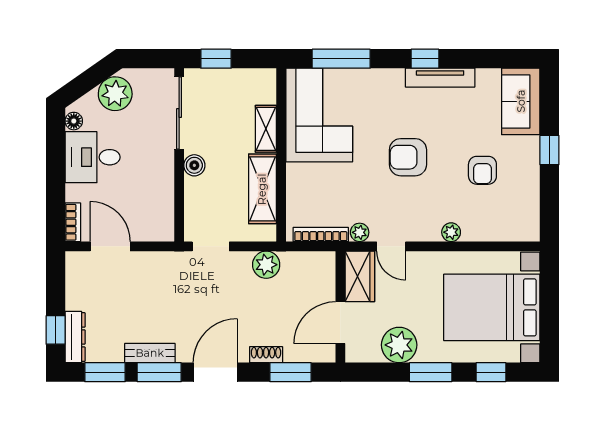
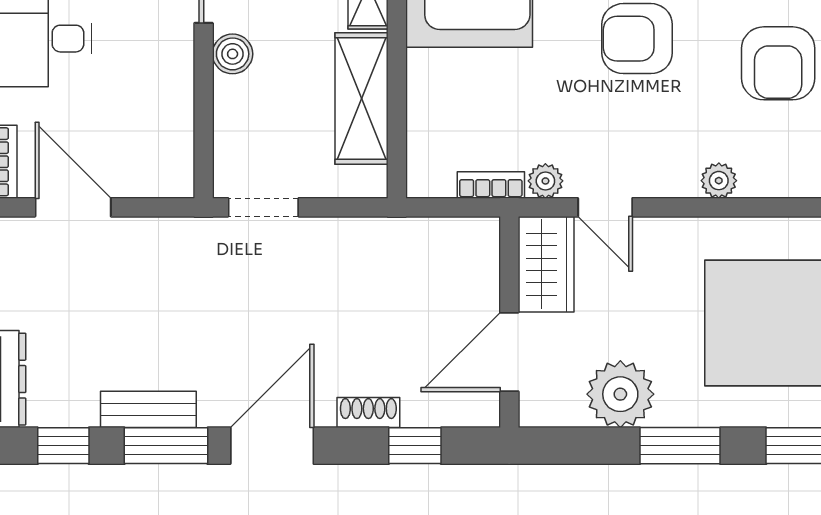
armchair: (482, 170) -> (778, 63), width x1.38, depth x1.38
bookcase: (321, 234) -> (491, 185), width x0.64
plant: (266, 265) -> (369, 242), removed
window: (105, 372) -> (63, 446), width x0.67
window: (291, 372) -> (415, 446), width x0.67

